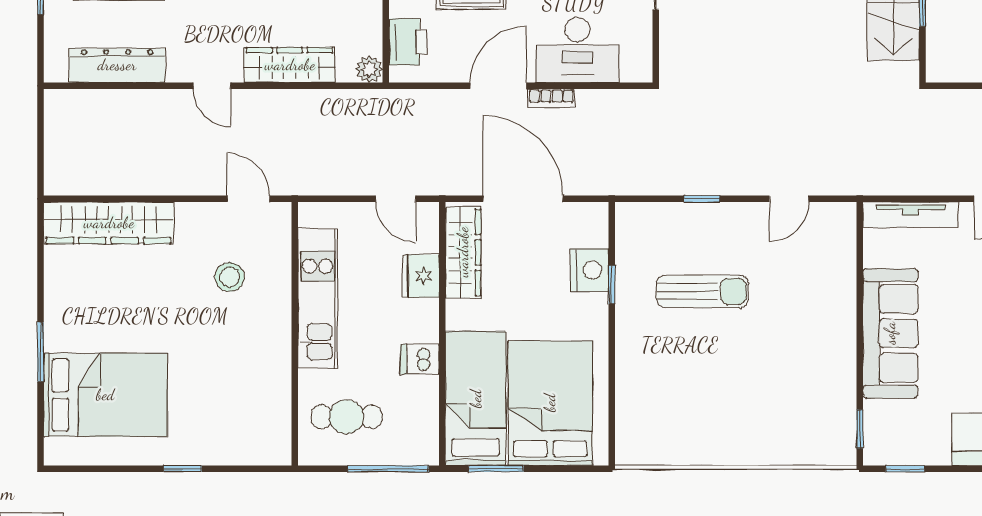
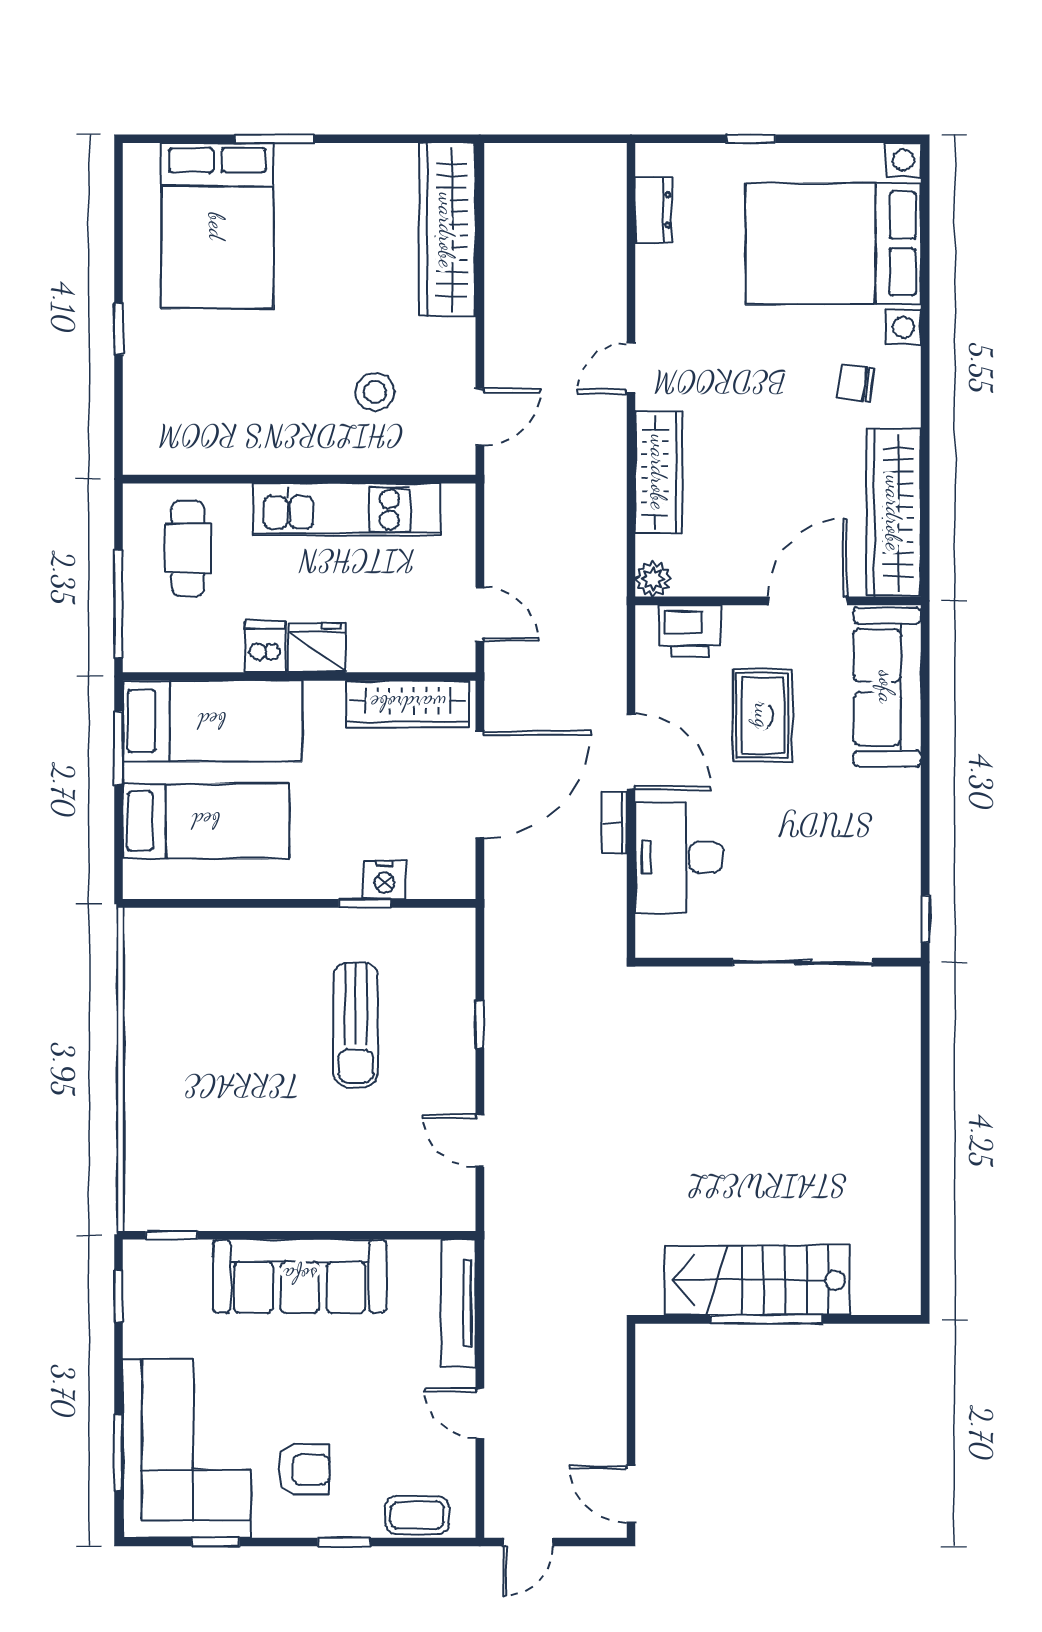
dresser: (117, 65) -> (654, 210), width x0.51, depth x0.80
door: (396, 199) -> (480, 614), swing flipped
nightstand: (589, 270) -> (384, 880), width x0.74, depth x0.75
fridge: (421, 276) -> (317, 648), moved
bed: (550, 403) -> (206, 821), width x0.67

